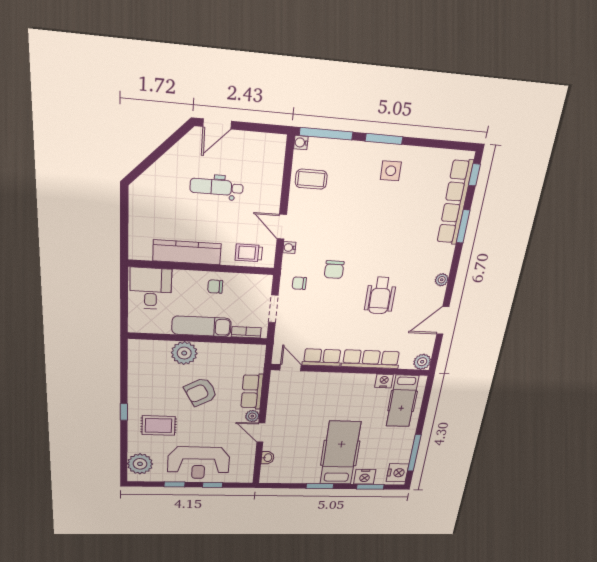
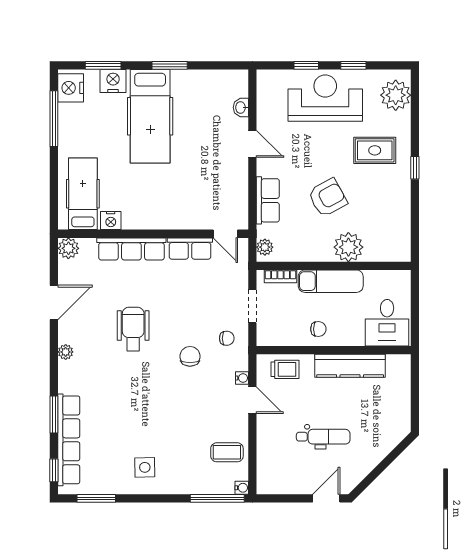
window: (384, 139) -> (96, 498), moved
plant: (252, 416) -> (265, 247), moved

